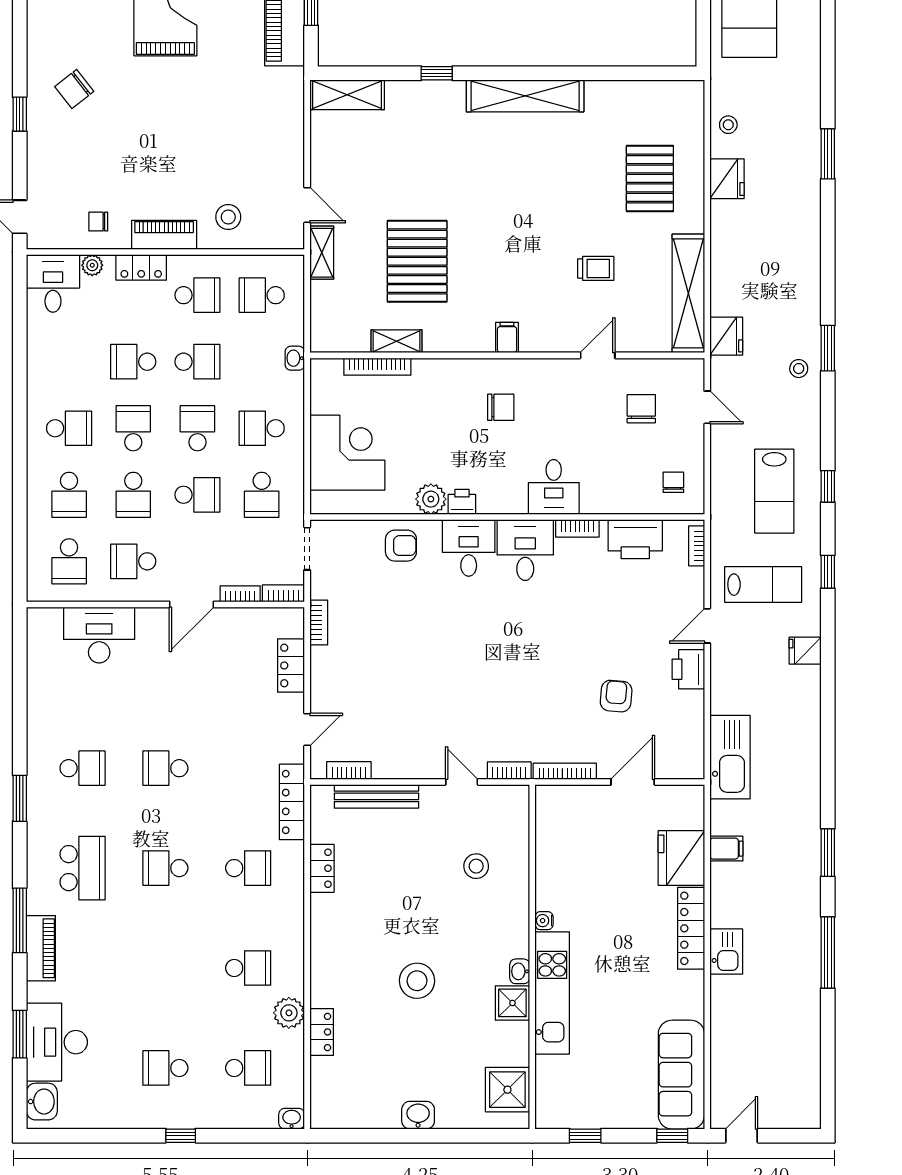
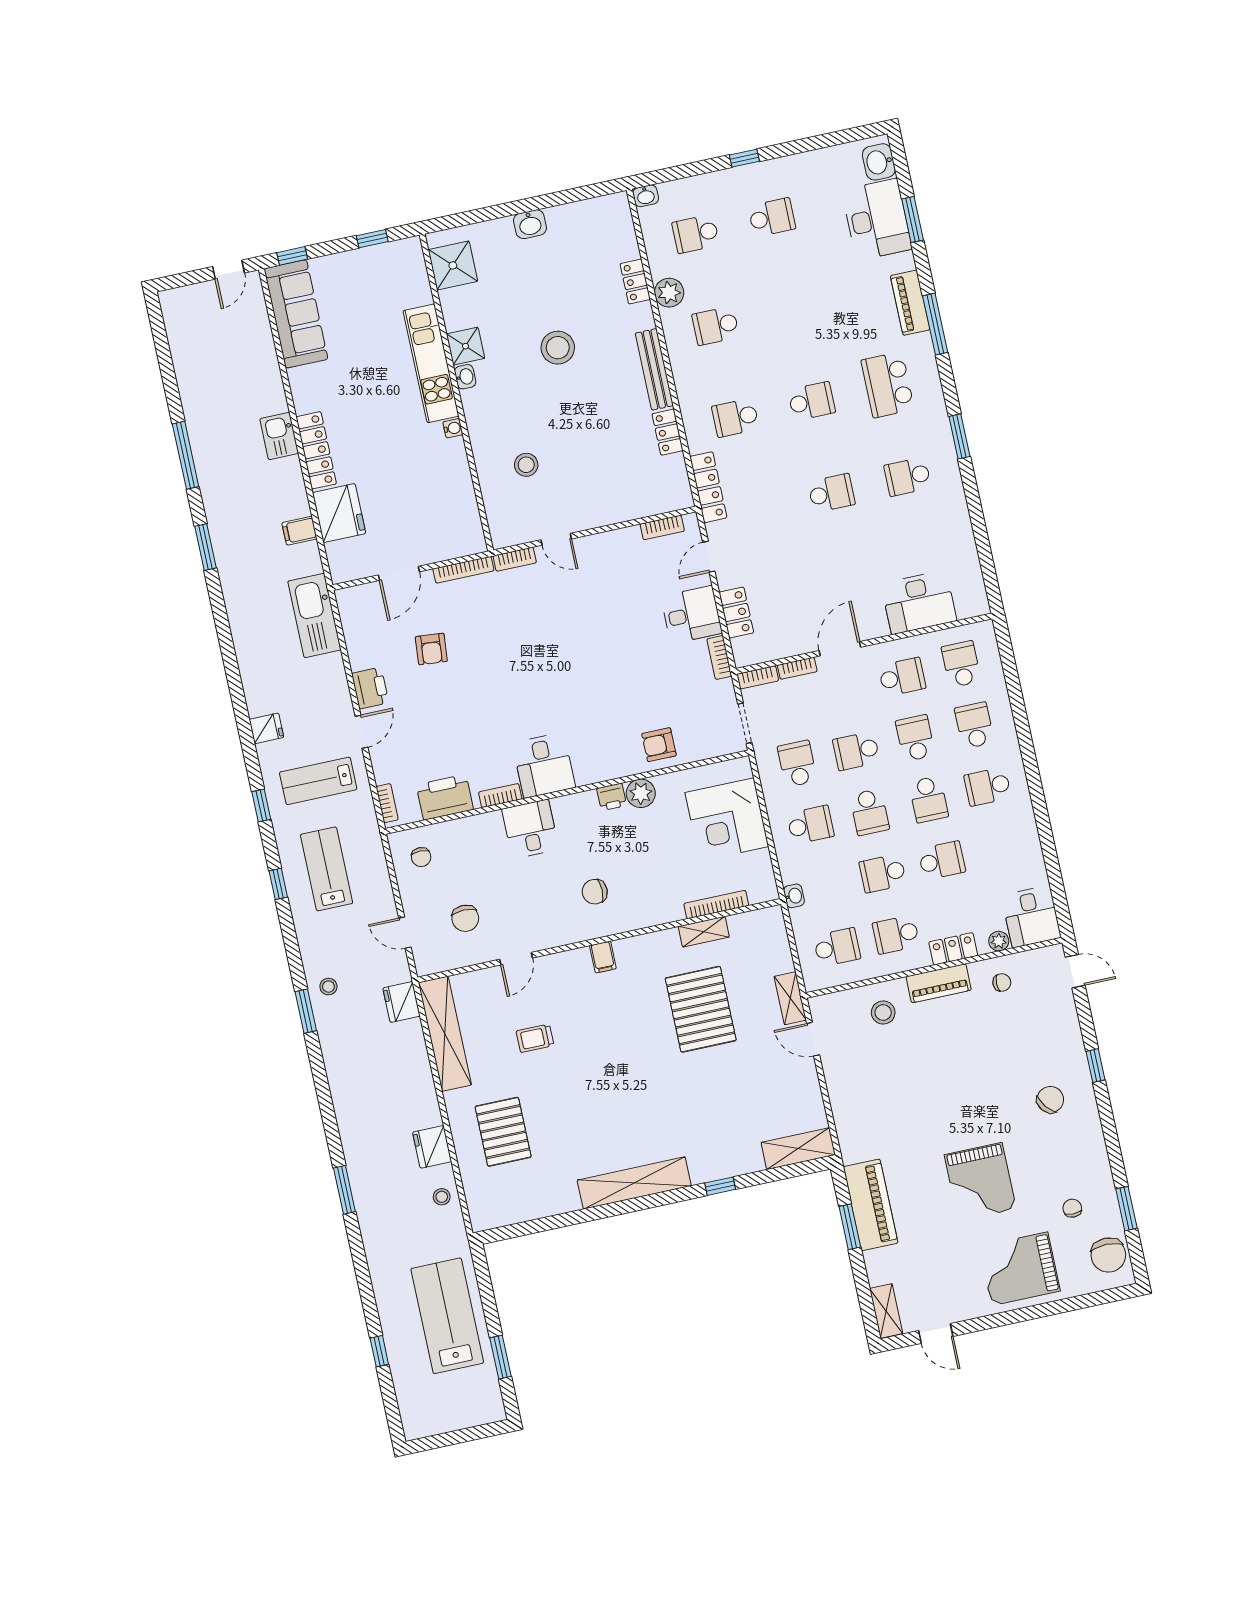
desk: (469, 548) -> (691, 615), moved, turned -90
bench: (376, 796) -> (654, 369), moved, turned 90

